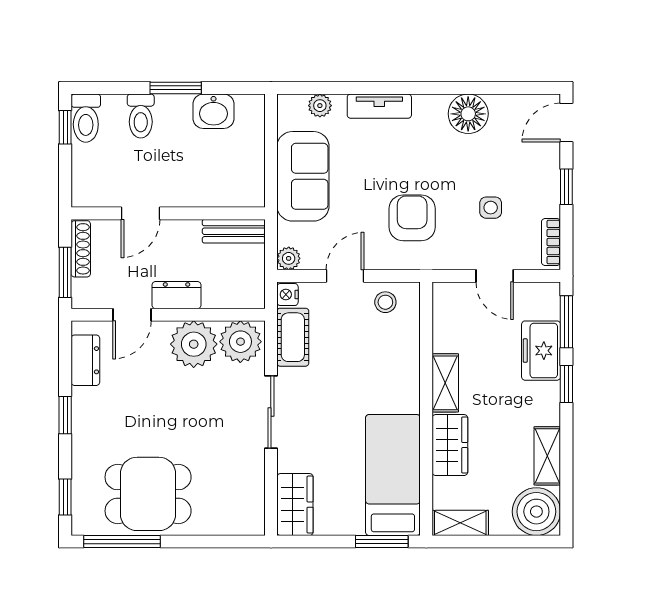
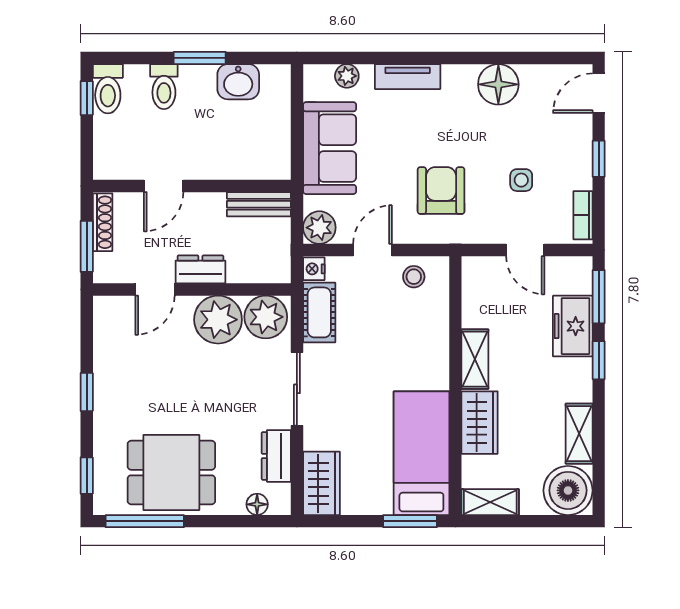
plant: (289, 258) -> (319, 228), width x1.38, depth x1.38
dresser: (85, 360) -> (276, 456), moved, turned 180
floor lamp: (232, 525) -> (257, 504), added

